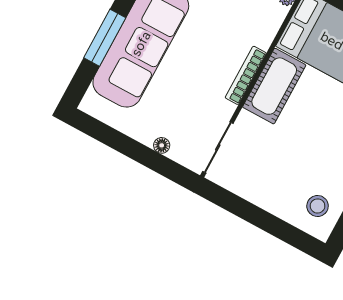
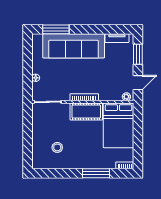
window: (105, 38) -> (56, 29), moved
stool: (318, 206) -> (57, 147), moved

